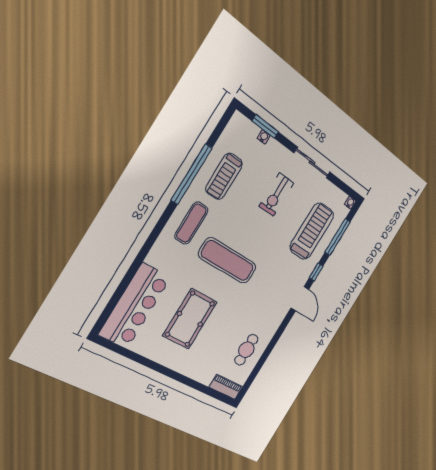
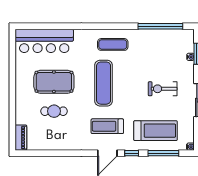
window: (192, 174) -> (160, 26), moved
treadmill: (224, 176) -> (107, 126), moved
cafe table: (246, 350) -> (54, 111), moved

